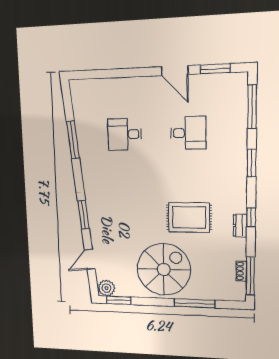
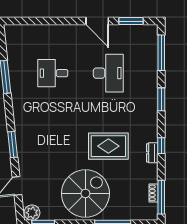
desk: (188, 133) -> (108, 73), width x1.37

